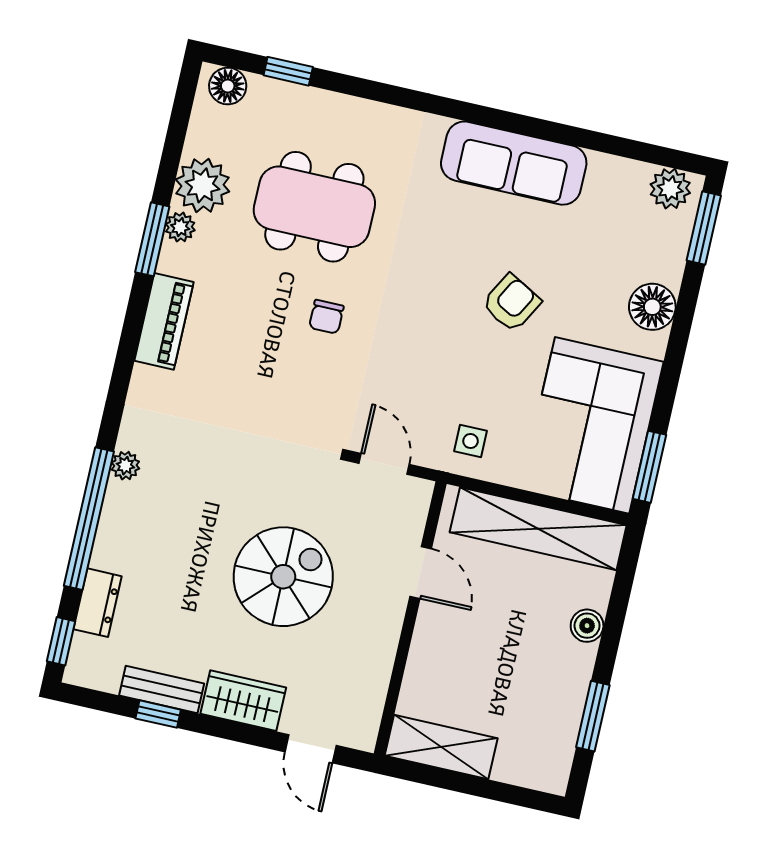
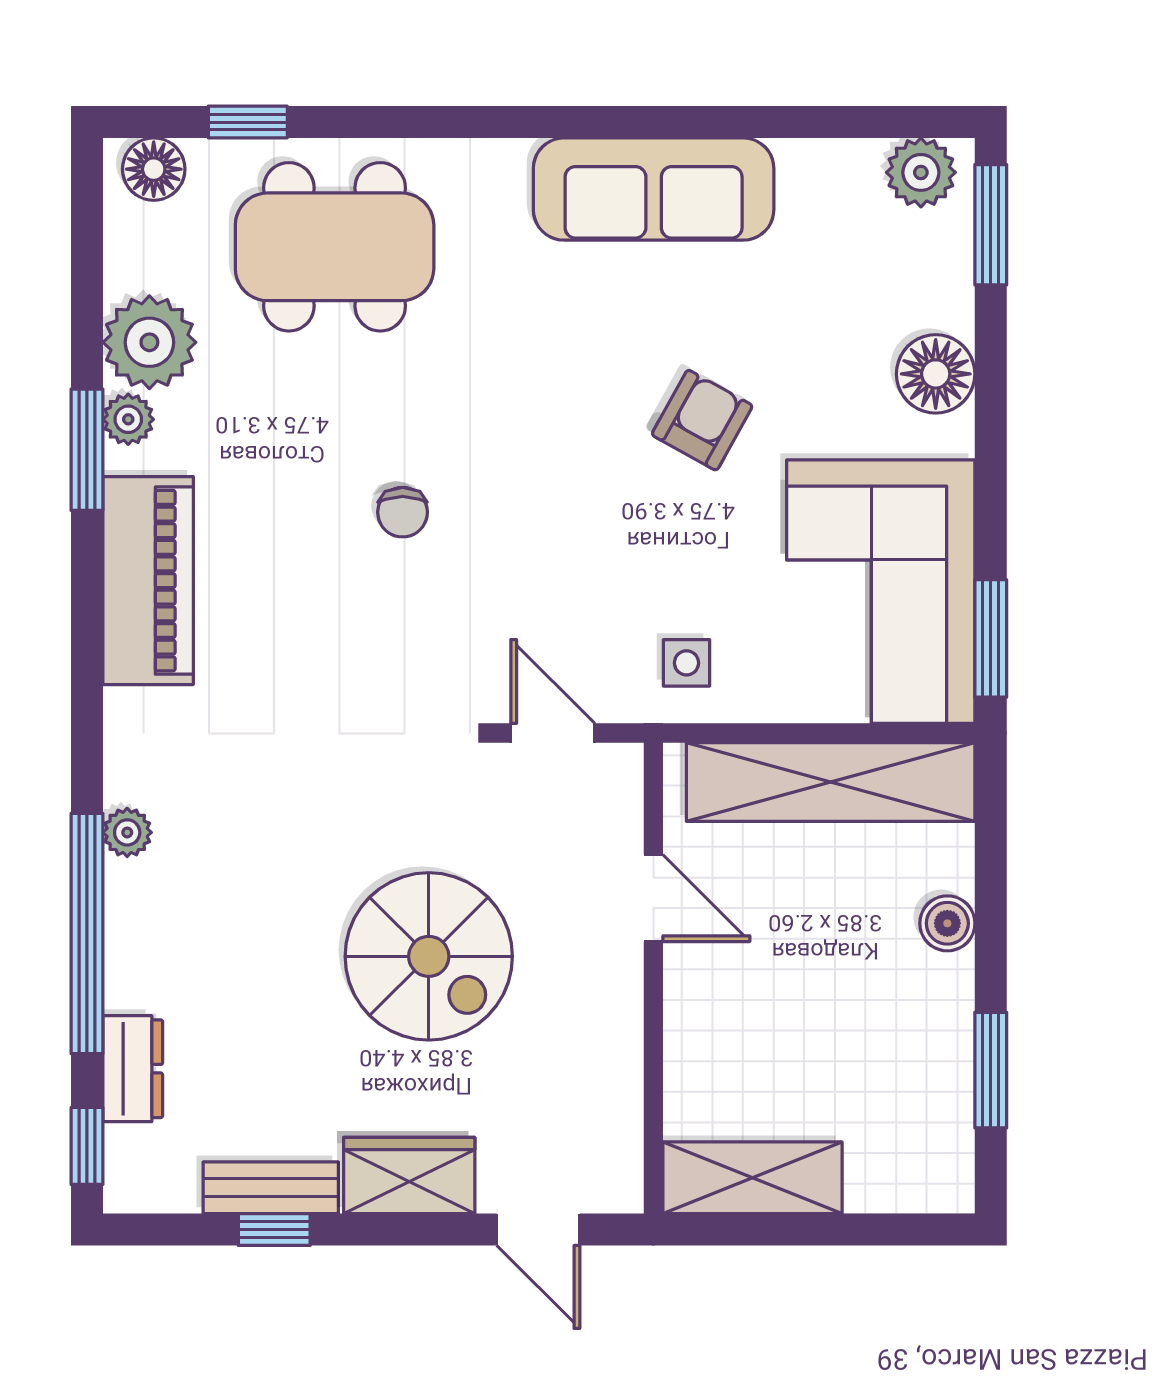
dining table: (314, 207) -> (335, 247), moved
piano: (164, 321) -> (148, 581), width x1.37, depth x1.33
spiral stairs: (283, 577) -> (429, 956), turned 90

